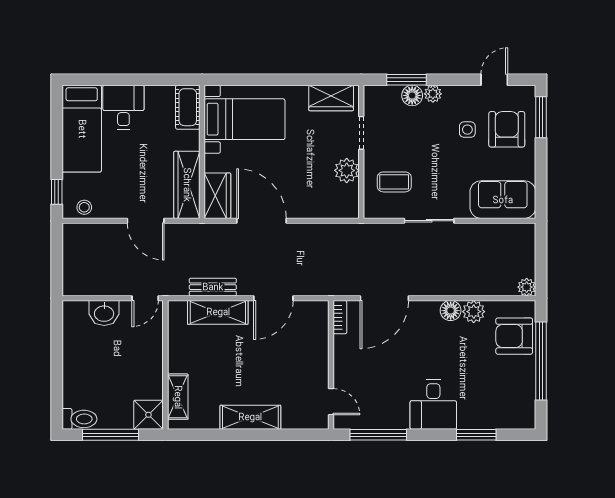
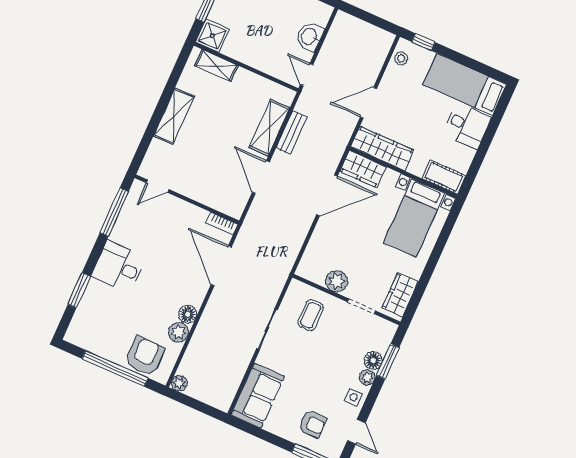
armchair: (507, 129) -> (312, 424), width x0.72, depth x0.72
side table: (467, 130) -> (353, 397), moved

